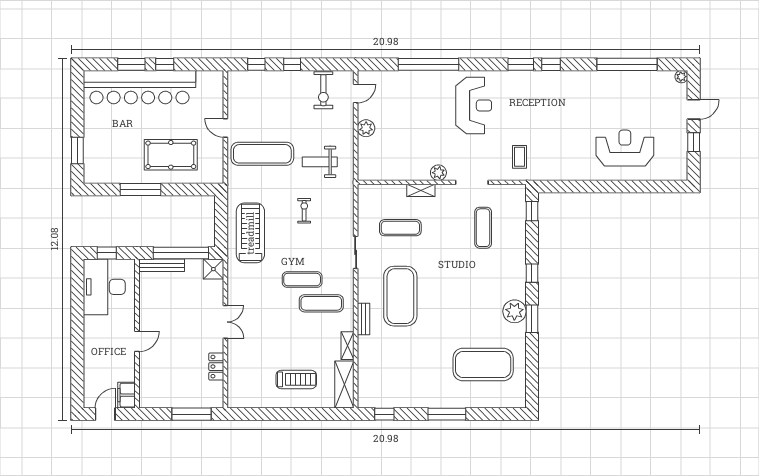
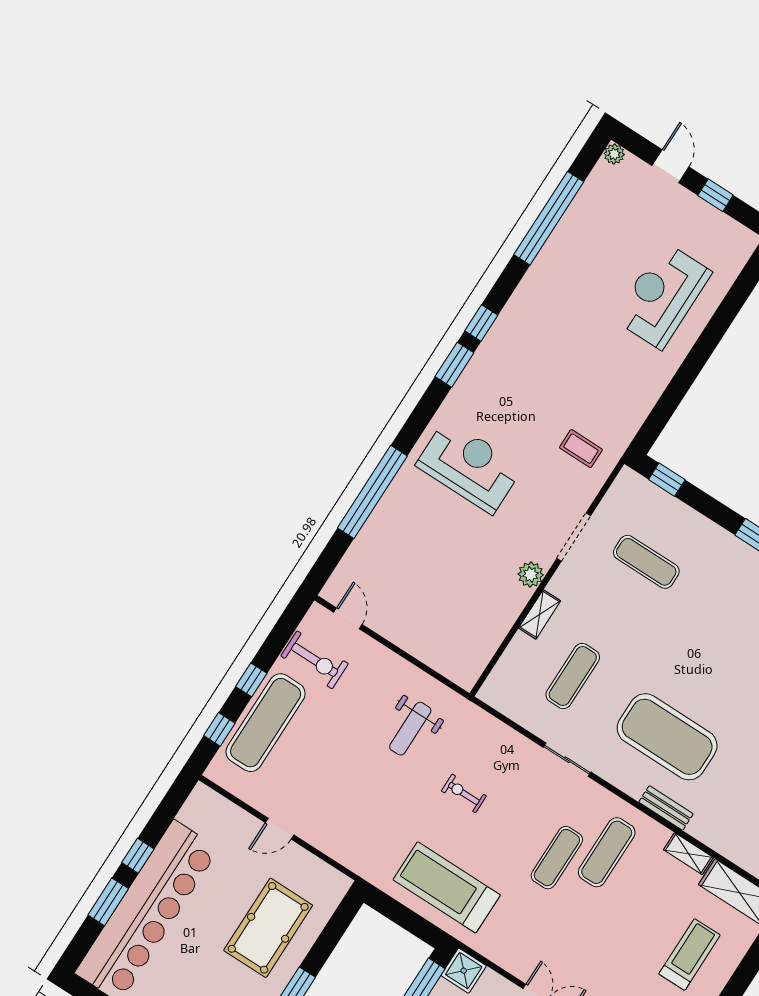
plant: (366, 128) -> (405, 635), removed
exercise mat: (262, 154) -> (266, 723), moved

